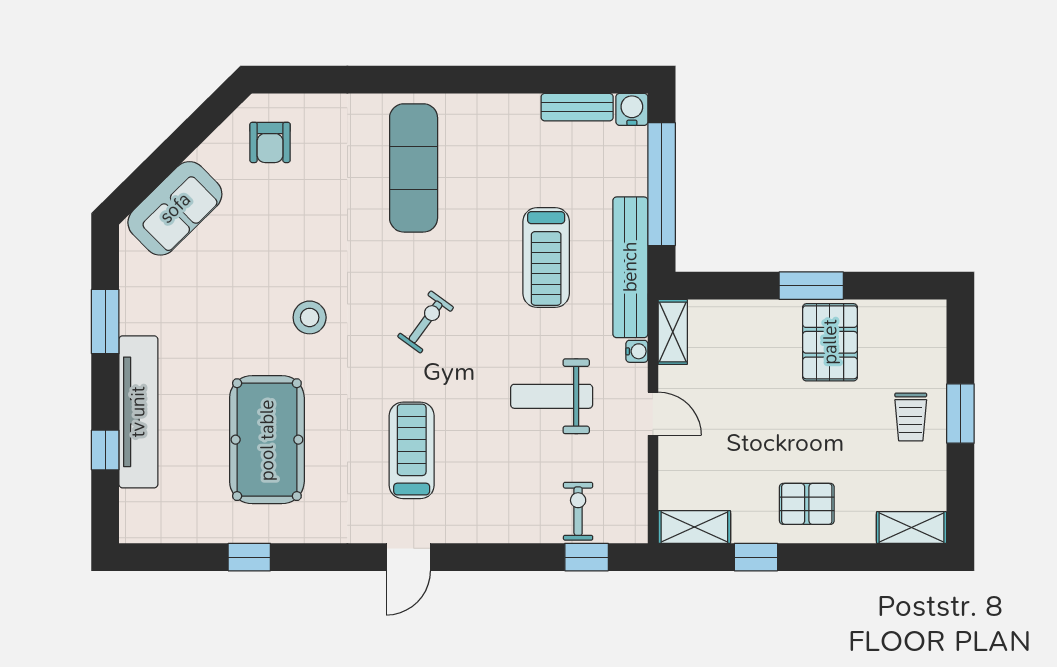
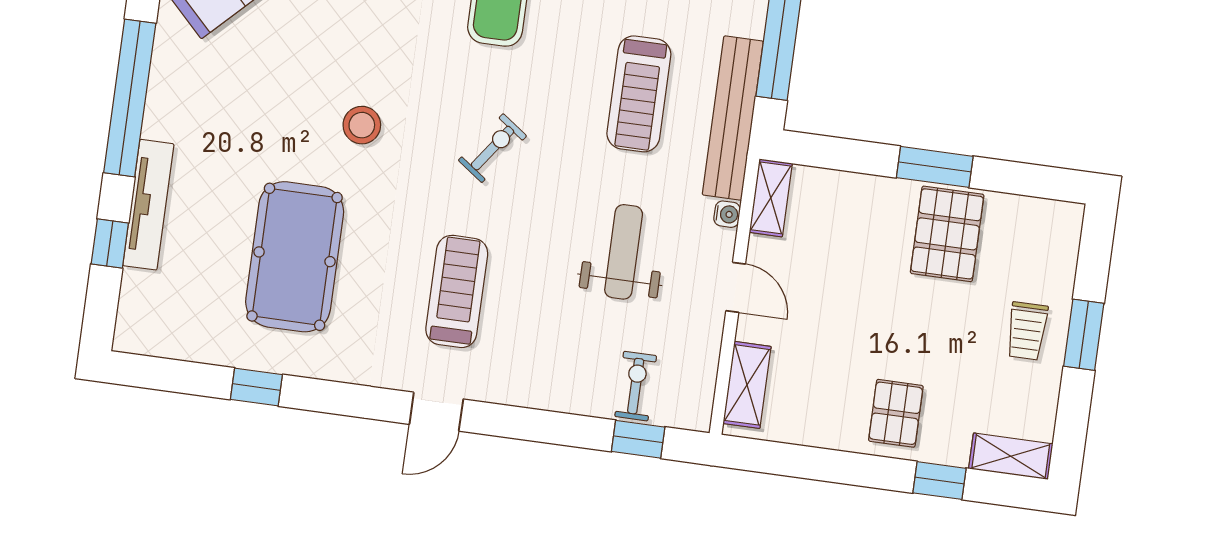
window: (105, 322) -> (130, 98), width x2.11
weight bench: (552, 396) -> (624, 252), turned 90
tv unit: (138, 412) -> (148, 205), width x0.73, depth x0.78
pallet: (807, 504) -> (896, 413), turned 90
shelving: (694, 527) -> (747, 385), moved, turned 90
window: (756, 557) -> (939, 481), moved

